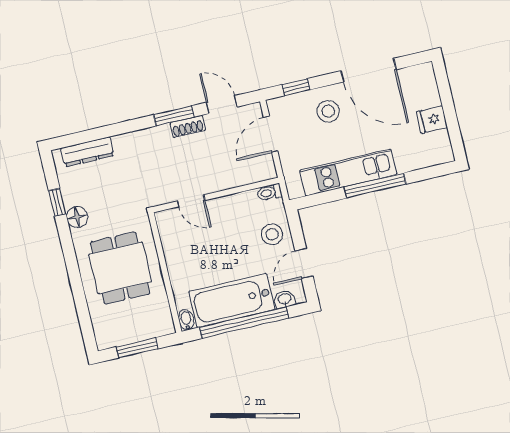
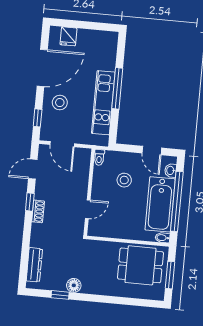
window: (174, 116) -> (30, 202), width x0.67
fridge: (432, 120) -> (68, 36), moved
shoe rack: (188, 126) -> (38, 211), moved
stool: (272, 234) -> (124, 180), moved
dining table: (120, 268) -> (140, 265), moved

